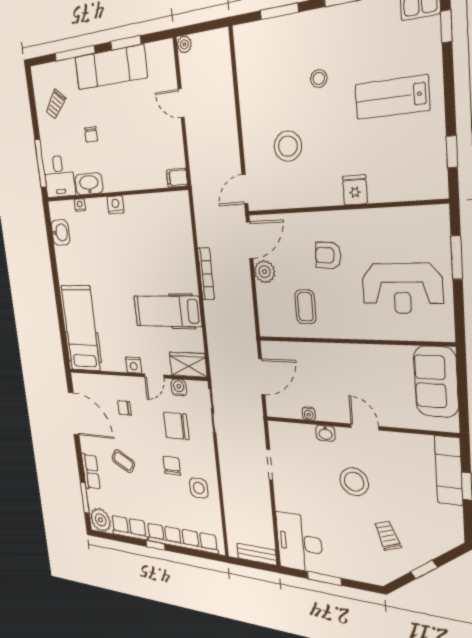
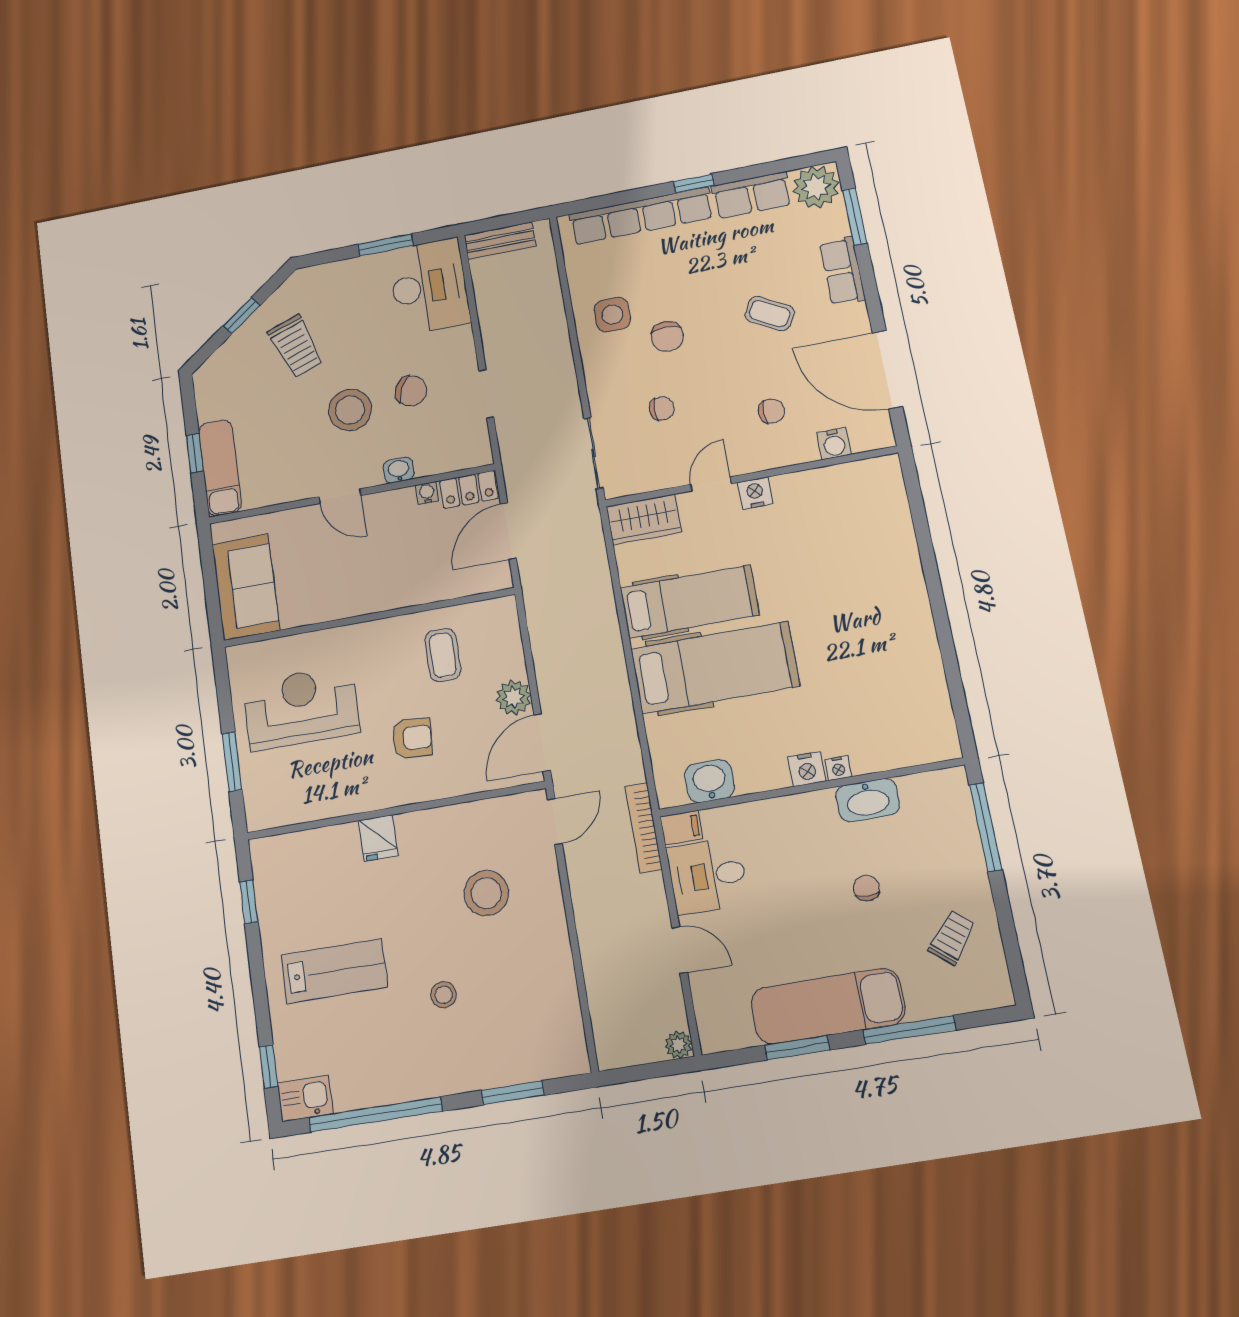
desk: (59, 176) -> (708, 876), moved, turned -90
nightstand: (80, 205) -> (838, 768), moved
washbasin: (61, 232) -> (709, 781), moved, turned 90
bookcase: (206, 274) -> (644, 828), moved
hospital bed: (81, 328) -> (715, 668), moved, turned -90
water cooler: (179, 388) -> (834, 444), moved
locker: (283, 409) -> (469, 490), added
chair: (176, 426) -> (662, 409), width x0.54, depth x0.54
chair: (314, 481) -> (411, 391), added
trolley: (388, 536) -> (296, 346), width x1.36, depth x1.39

